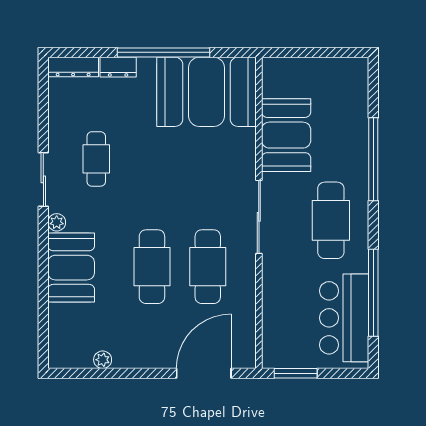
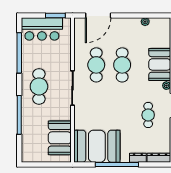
booth: (286, 135) -> (60, 138), moved
bar counter: (344, 318) -> (42, 29), moved, turned 90

